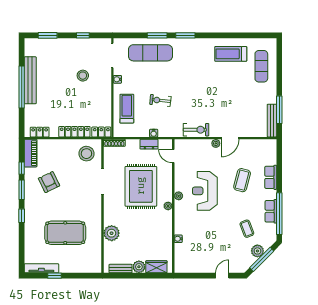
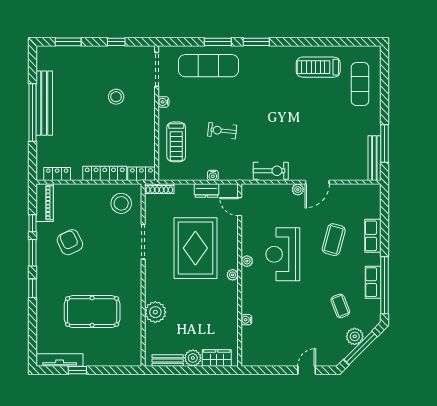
treadmill: (127, 109) -> (176, 142), turned 180

